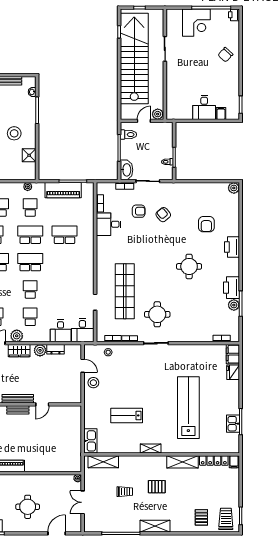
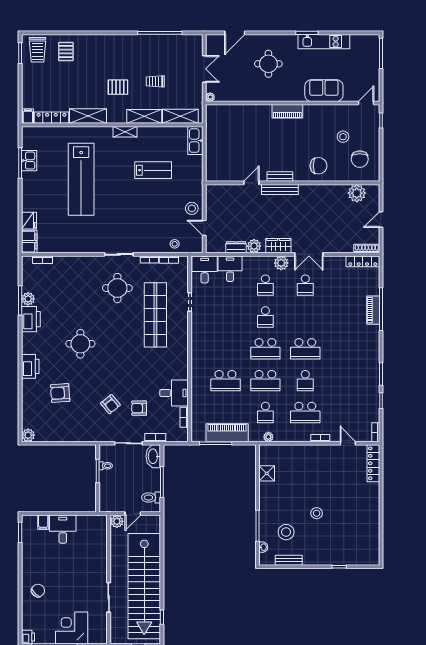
stool: (14, 133) -> (286, 532), moved
armchair: (206, 224) -> (60, 393), turned -94
shelving: (155, 526) -> (144, 116), moved

